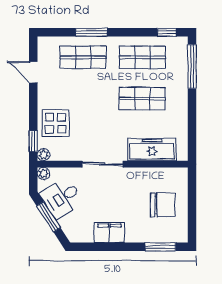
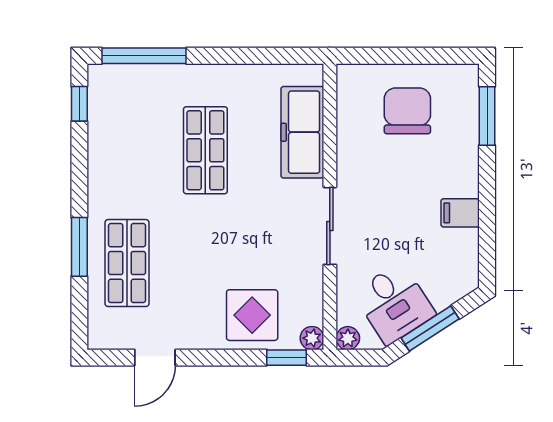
shop shelf: (142, 57) -> (127, 150), removed
filing cabinet: (109, 233) -> (460, 213), width x0.50

